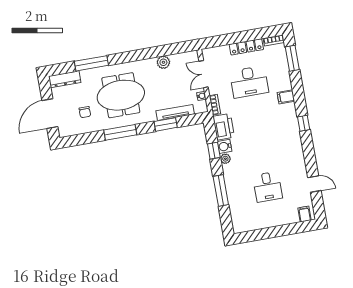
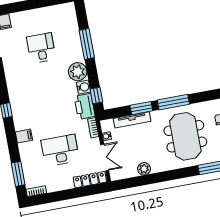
locker: (246, 47) -> (90, 180), moved
meeting table: (121, 95) -> (185, 136), turned 90
window: (120, 132) -> (173, 102), moved
window: (214, 151) -> (96, 96), moved
plant: (225, 159) -> (78, 72), width x1.87, depth x1.87

